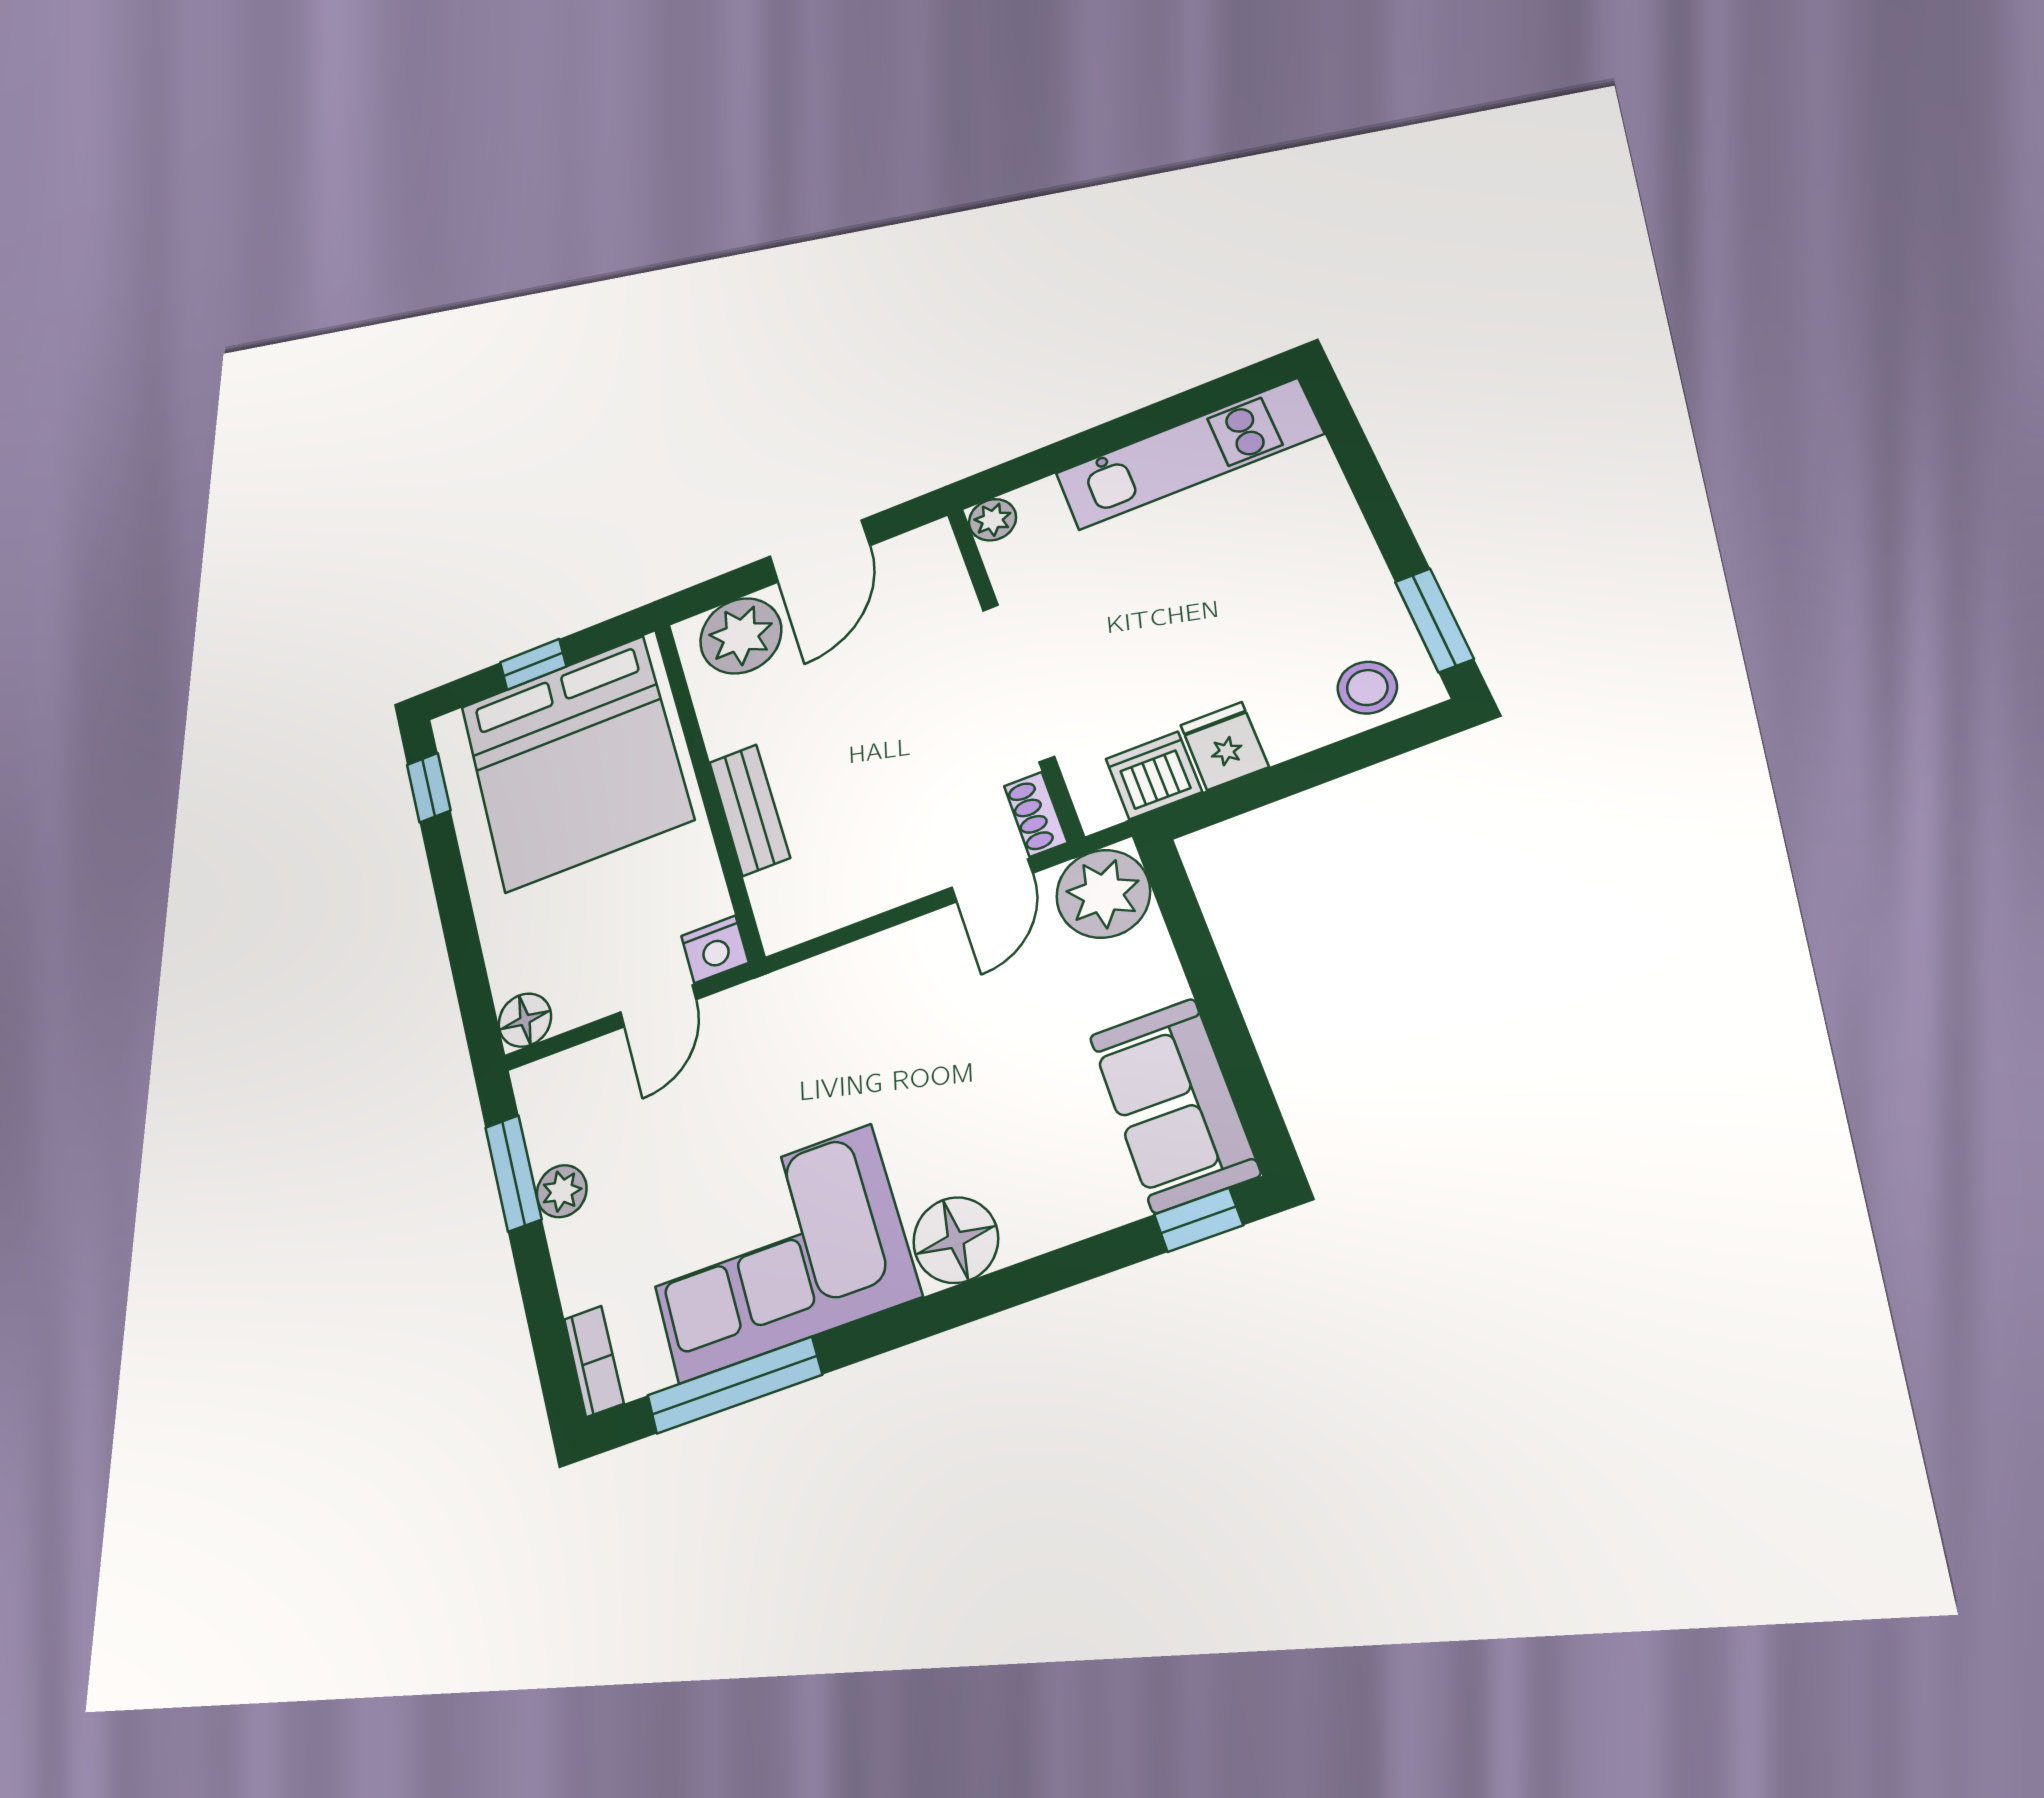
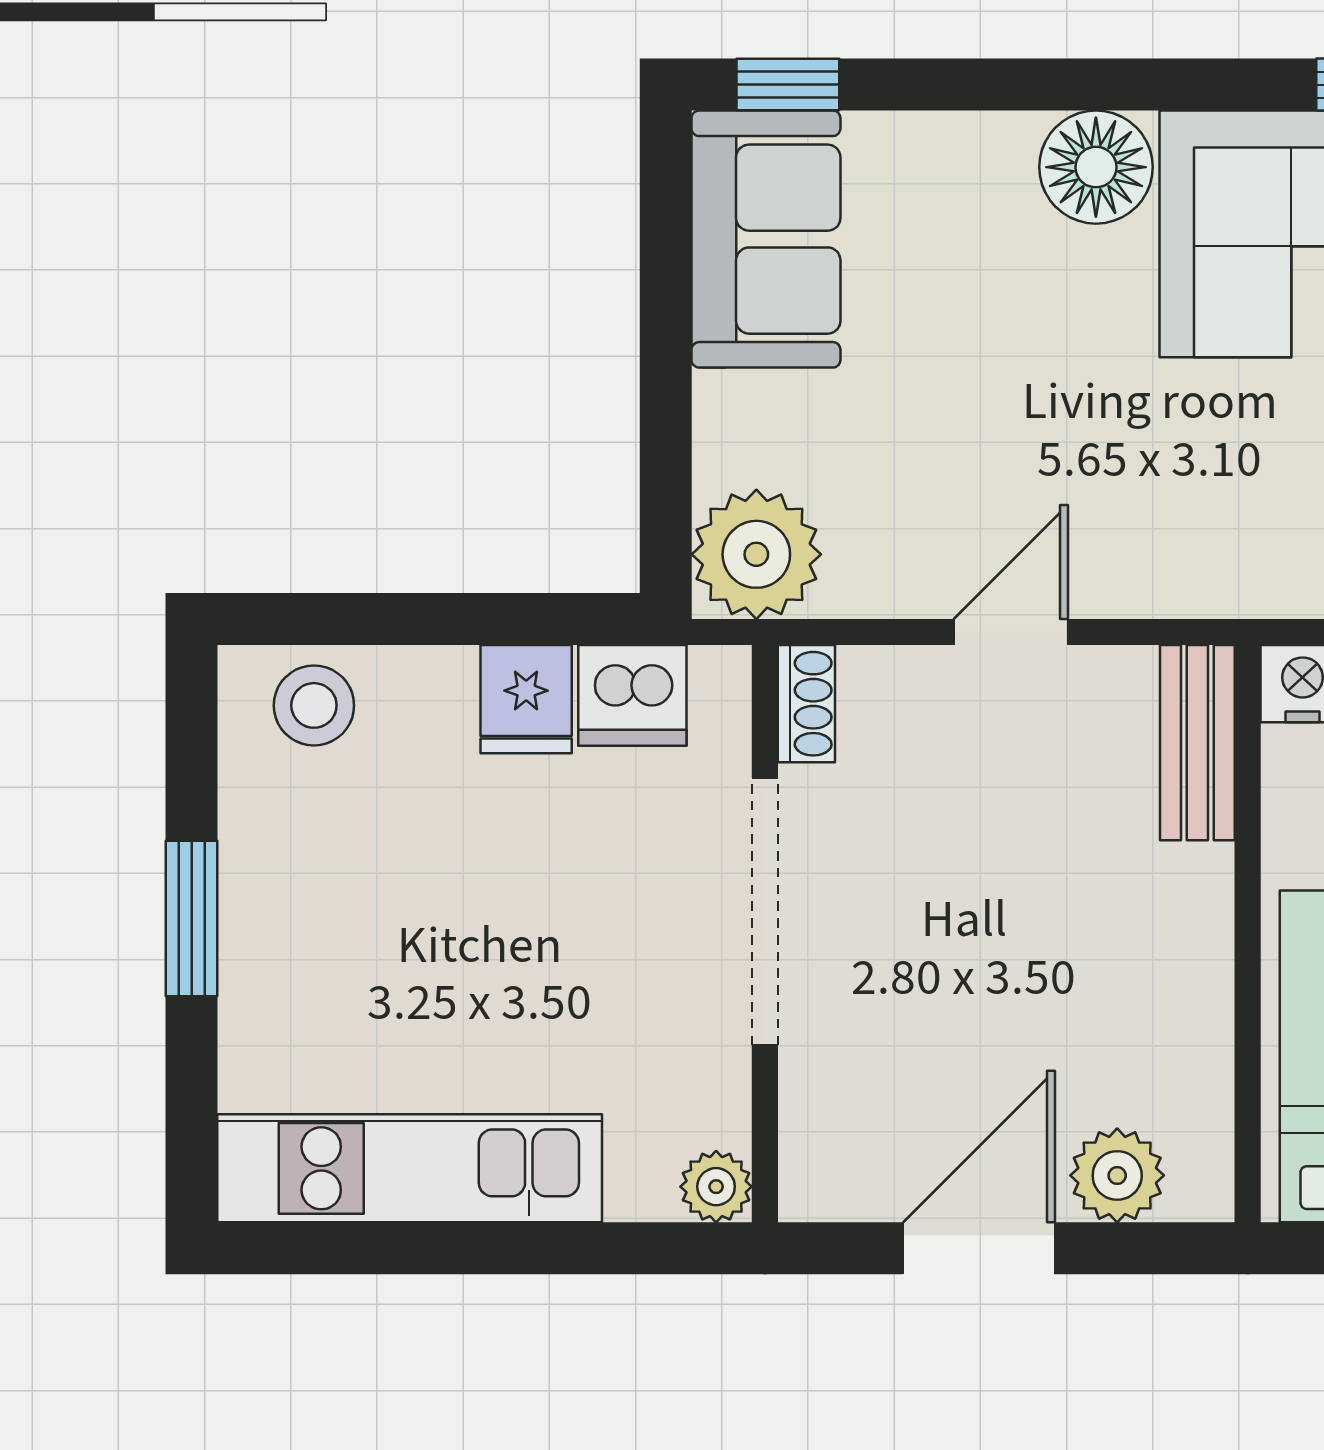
window: (1434, 620) -> (192, 918), moved
plant: (741, 636) -> (1117, 1175), width x0.73, depth x0.73
bench: (749, 810) -> (1197, 743), moved
door: (992, 880) -> (1011, 632), moved

